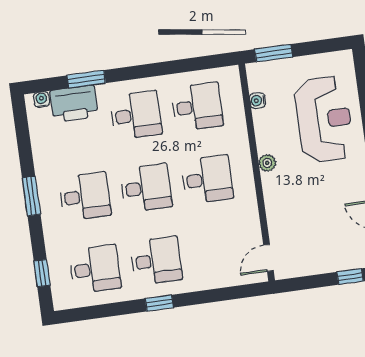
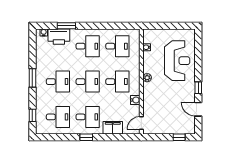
window: (274, 53) -> (157, 26), removed
water cooler: (249, 212) -> (135, 100), added
filing cabinet: (211, 276) -> (113, 128), added

